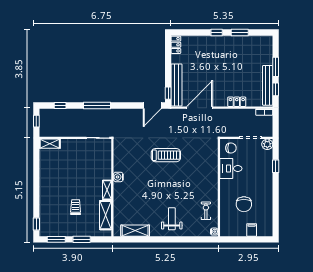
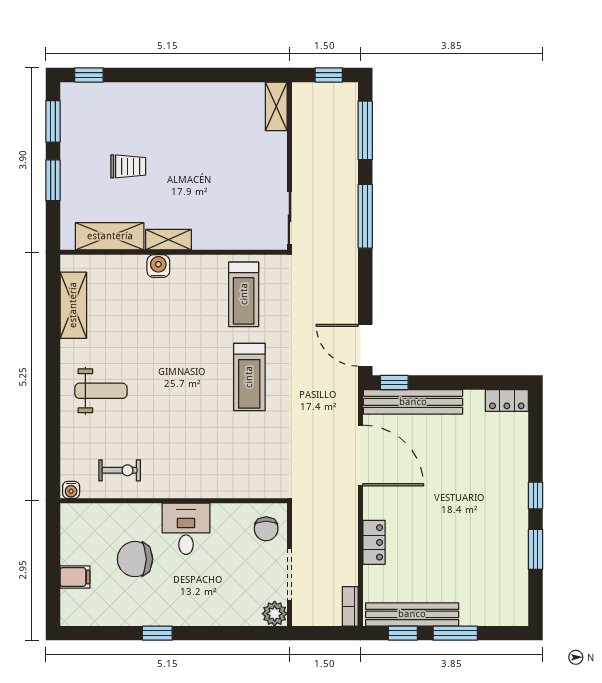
window: (60, 106) -> (365, 130), width x2.17
treadmill: (130, 158) -> (244, 294), added
window: (276, 166) -> (157, 633), moved
desk: (231, 168) -> (186, 529), moved
water cooler: (118, 177) -> (158, 266), moved

